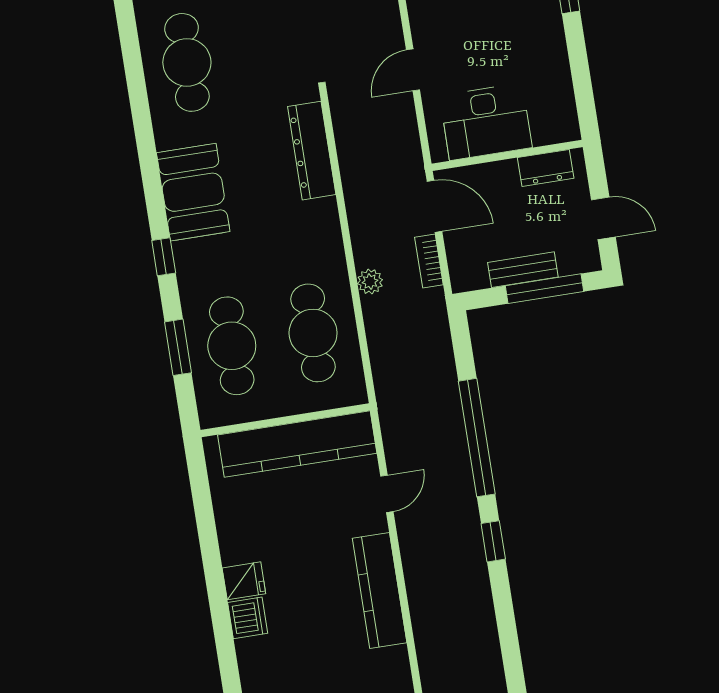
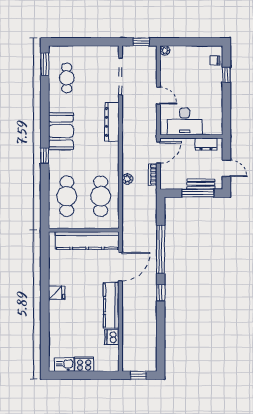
cafe table: (187, 62) -> (67, 78), width x0.73, depth x0.74
door: (413, 70) -> (158, 96), swing flipped
door: (435, 206) -> (158, 152), hinge flipped
bench: (523, 270) -> (201, 184), moved
window: (178, 347) -> (45, 64), moved
door: (387, 494) -> (120, 267), width x1.88
dishwasher: (248, 618) -> (112, 337), moved, turned 180

